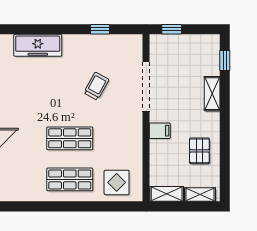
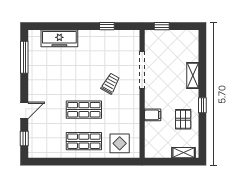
window: (225, 61) -> (202, 105), moved
trolley: (96, 86) -> (110, 84), moved
filing cabinet: (160, 131) -> (153, 115), moved
shelving: (167, 194) -> (158, 152), removed

